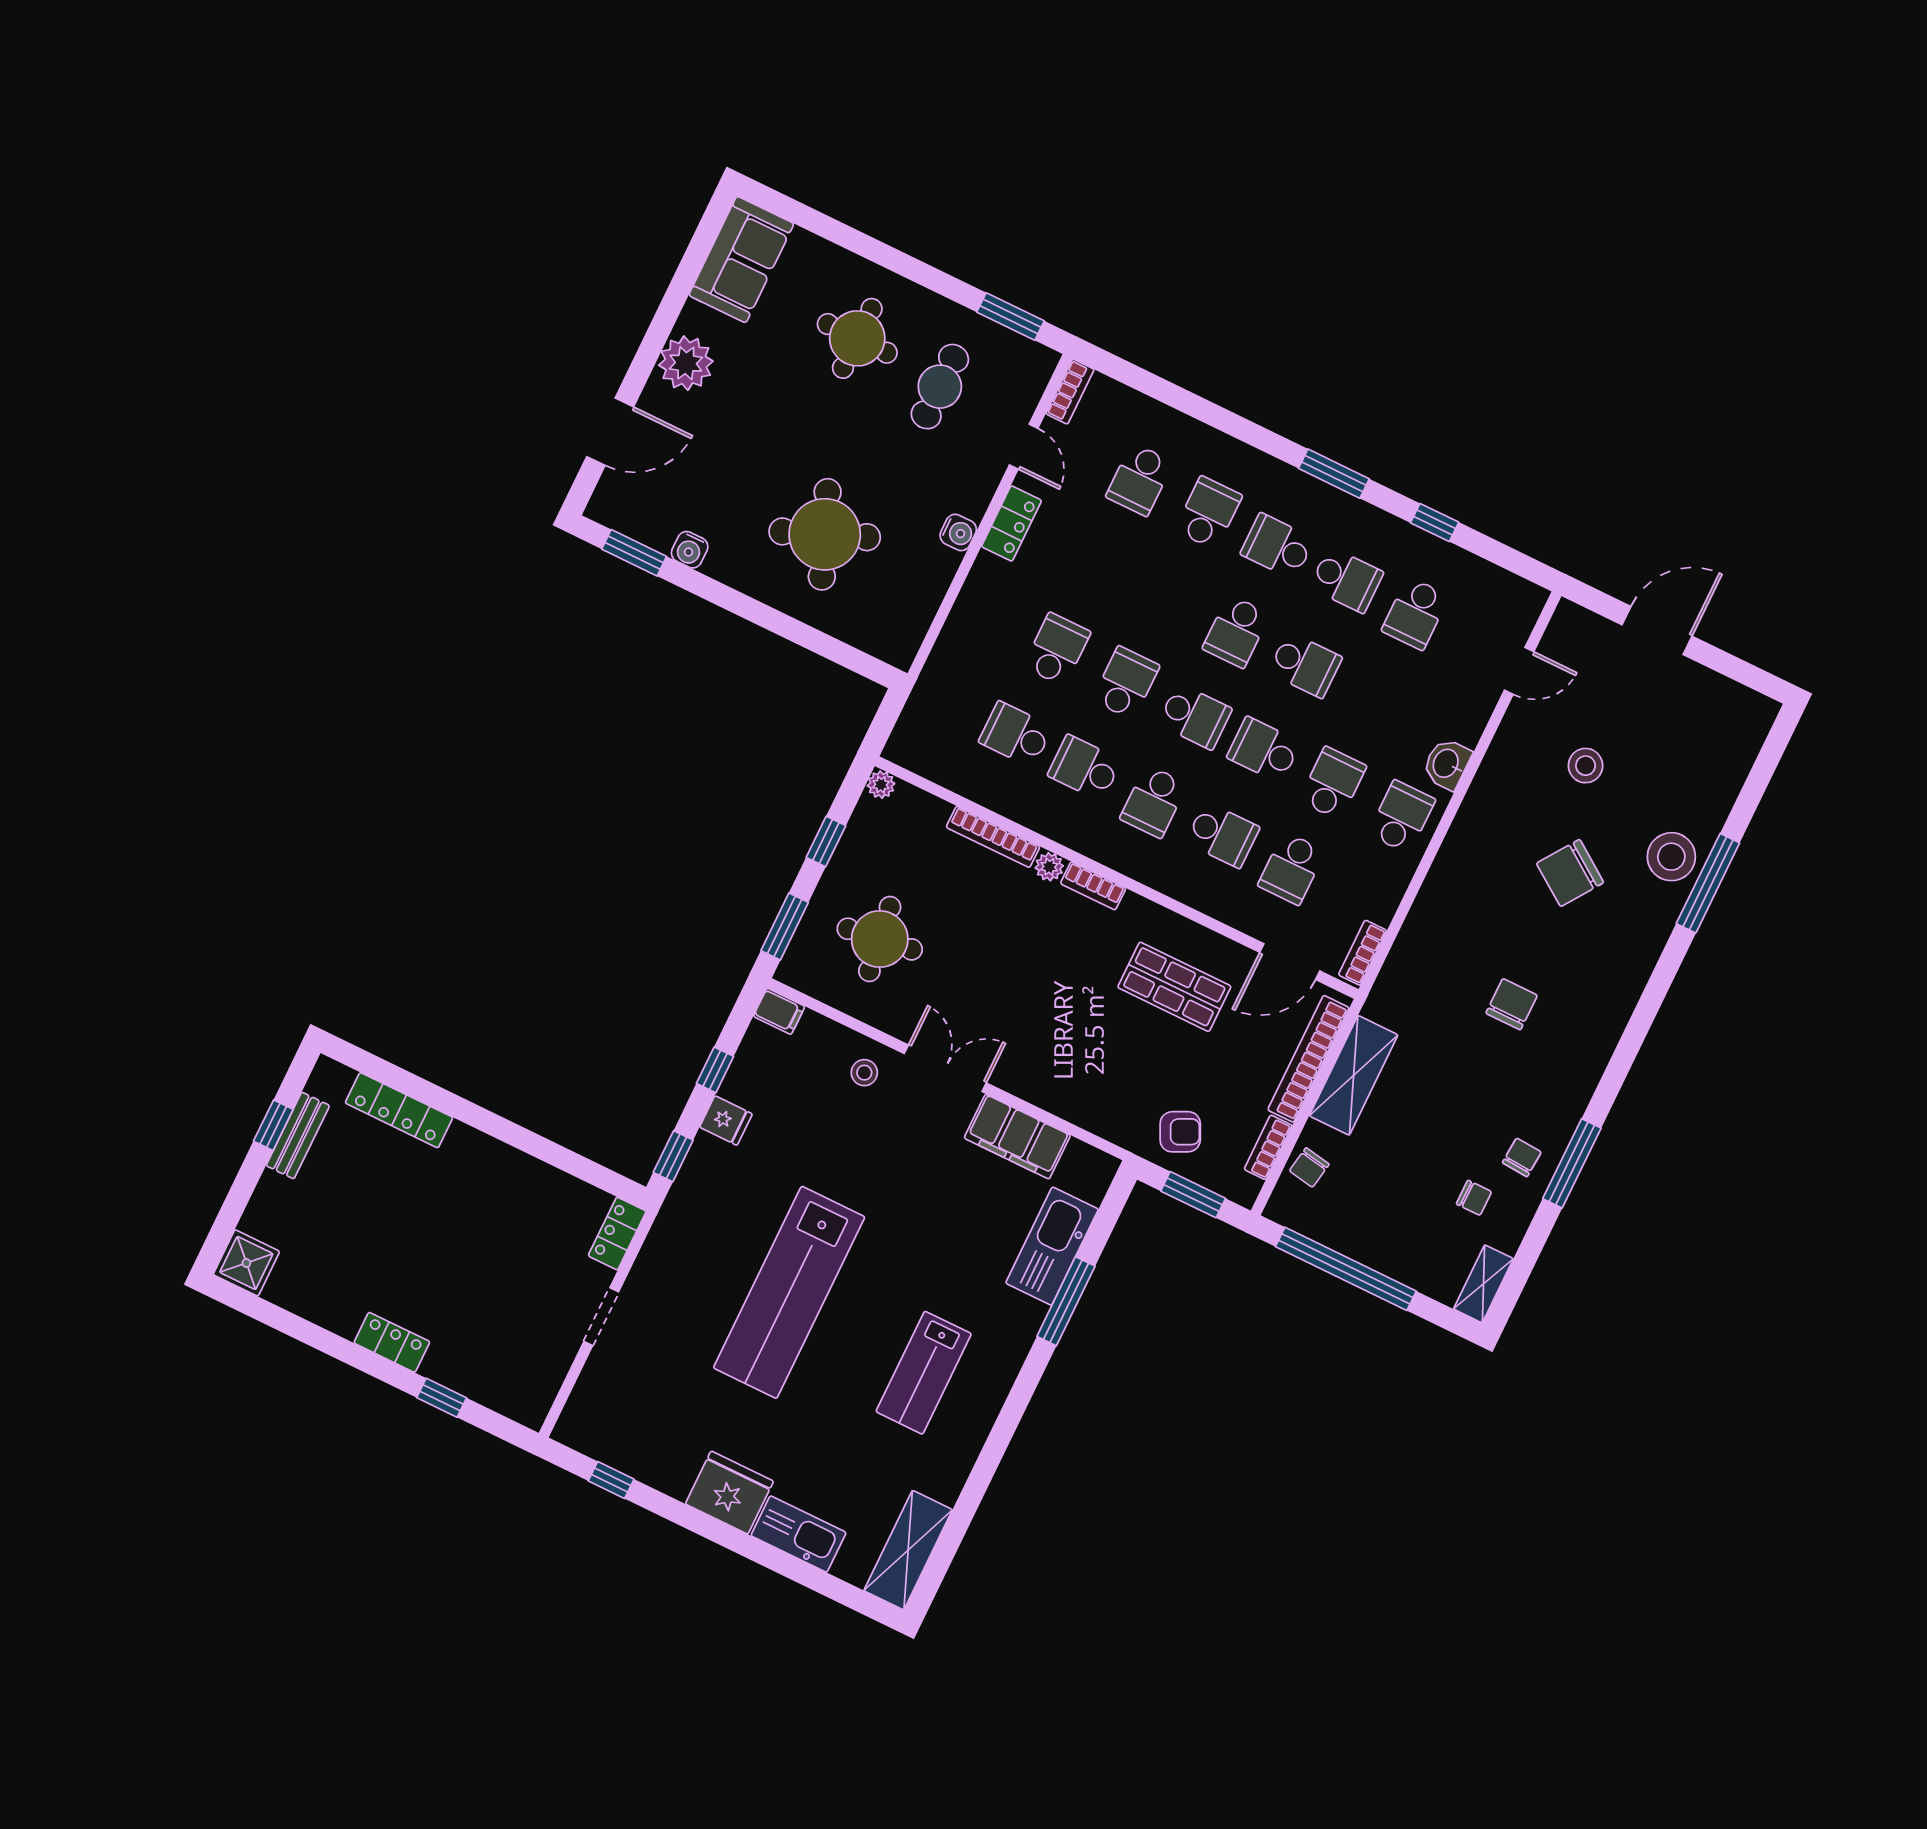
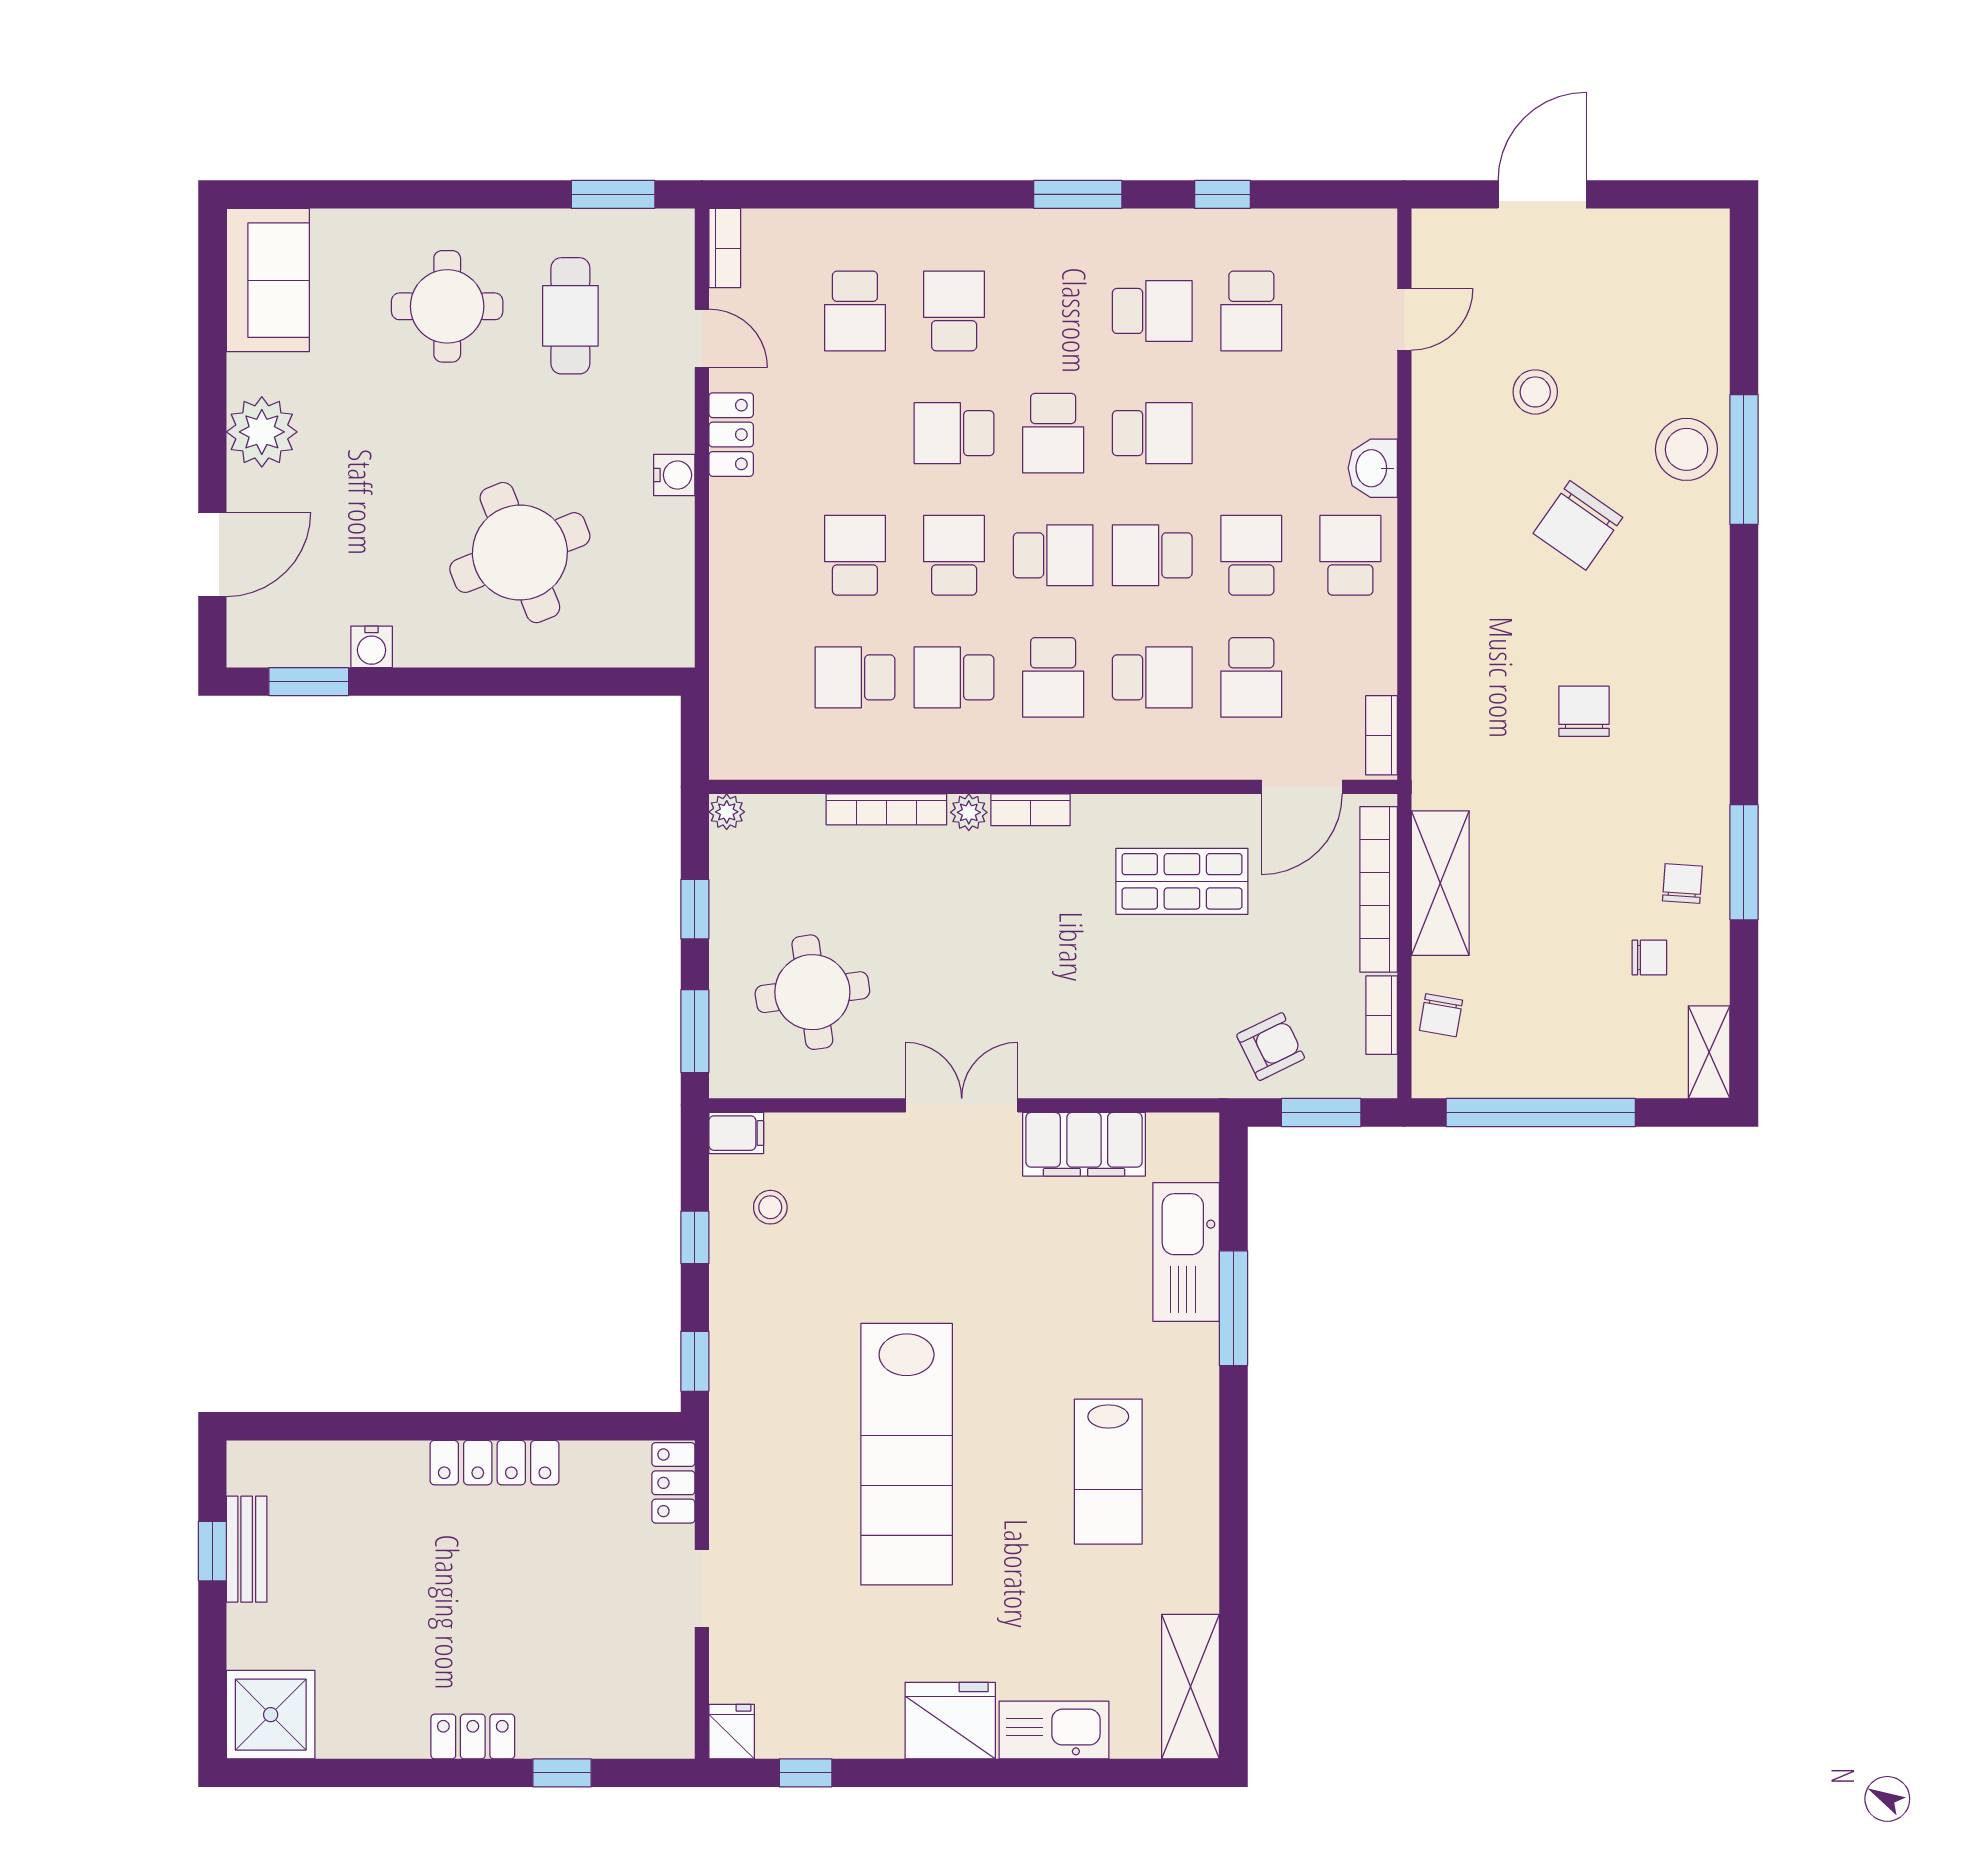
school desk: (1277, 546) -> (954, 433), moved
stool: (864, 1073) -> (770, 1207), moved
locker: (399, 1110) -> (495, 1463), moved
fridge: (726, 1121) -> (732, 1732), moved, turned -90
shower: (246, 1263) -> (271, 1715), width x1.36, depth x1.36

